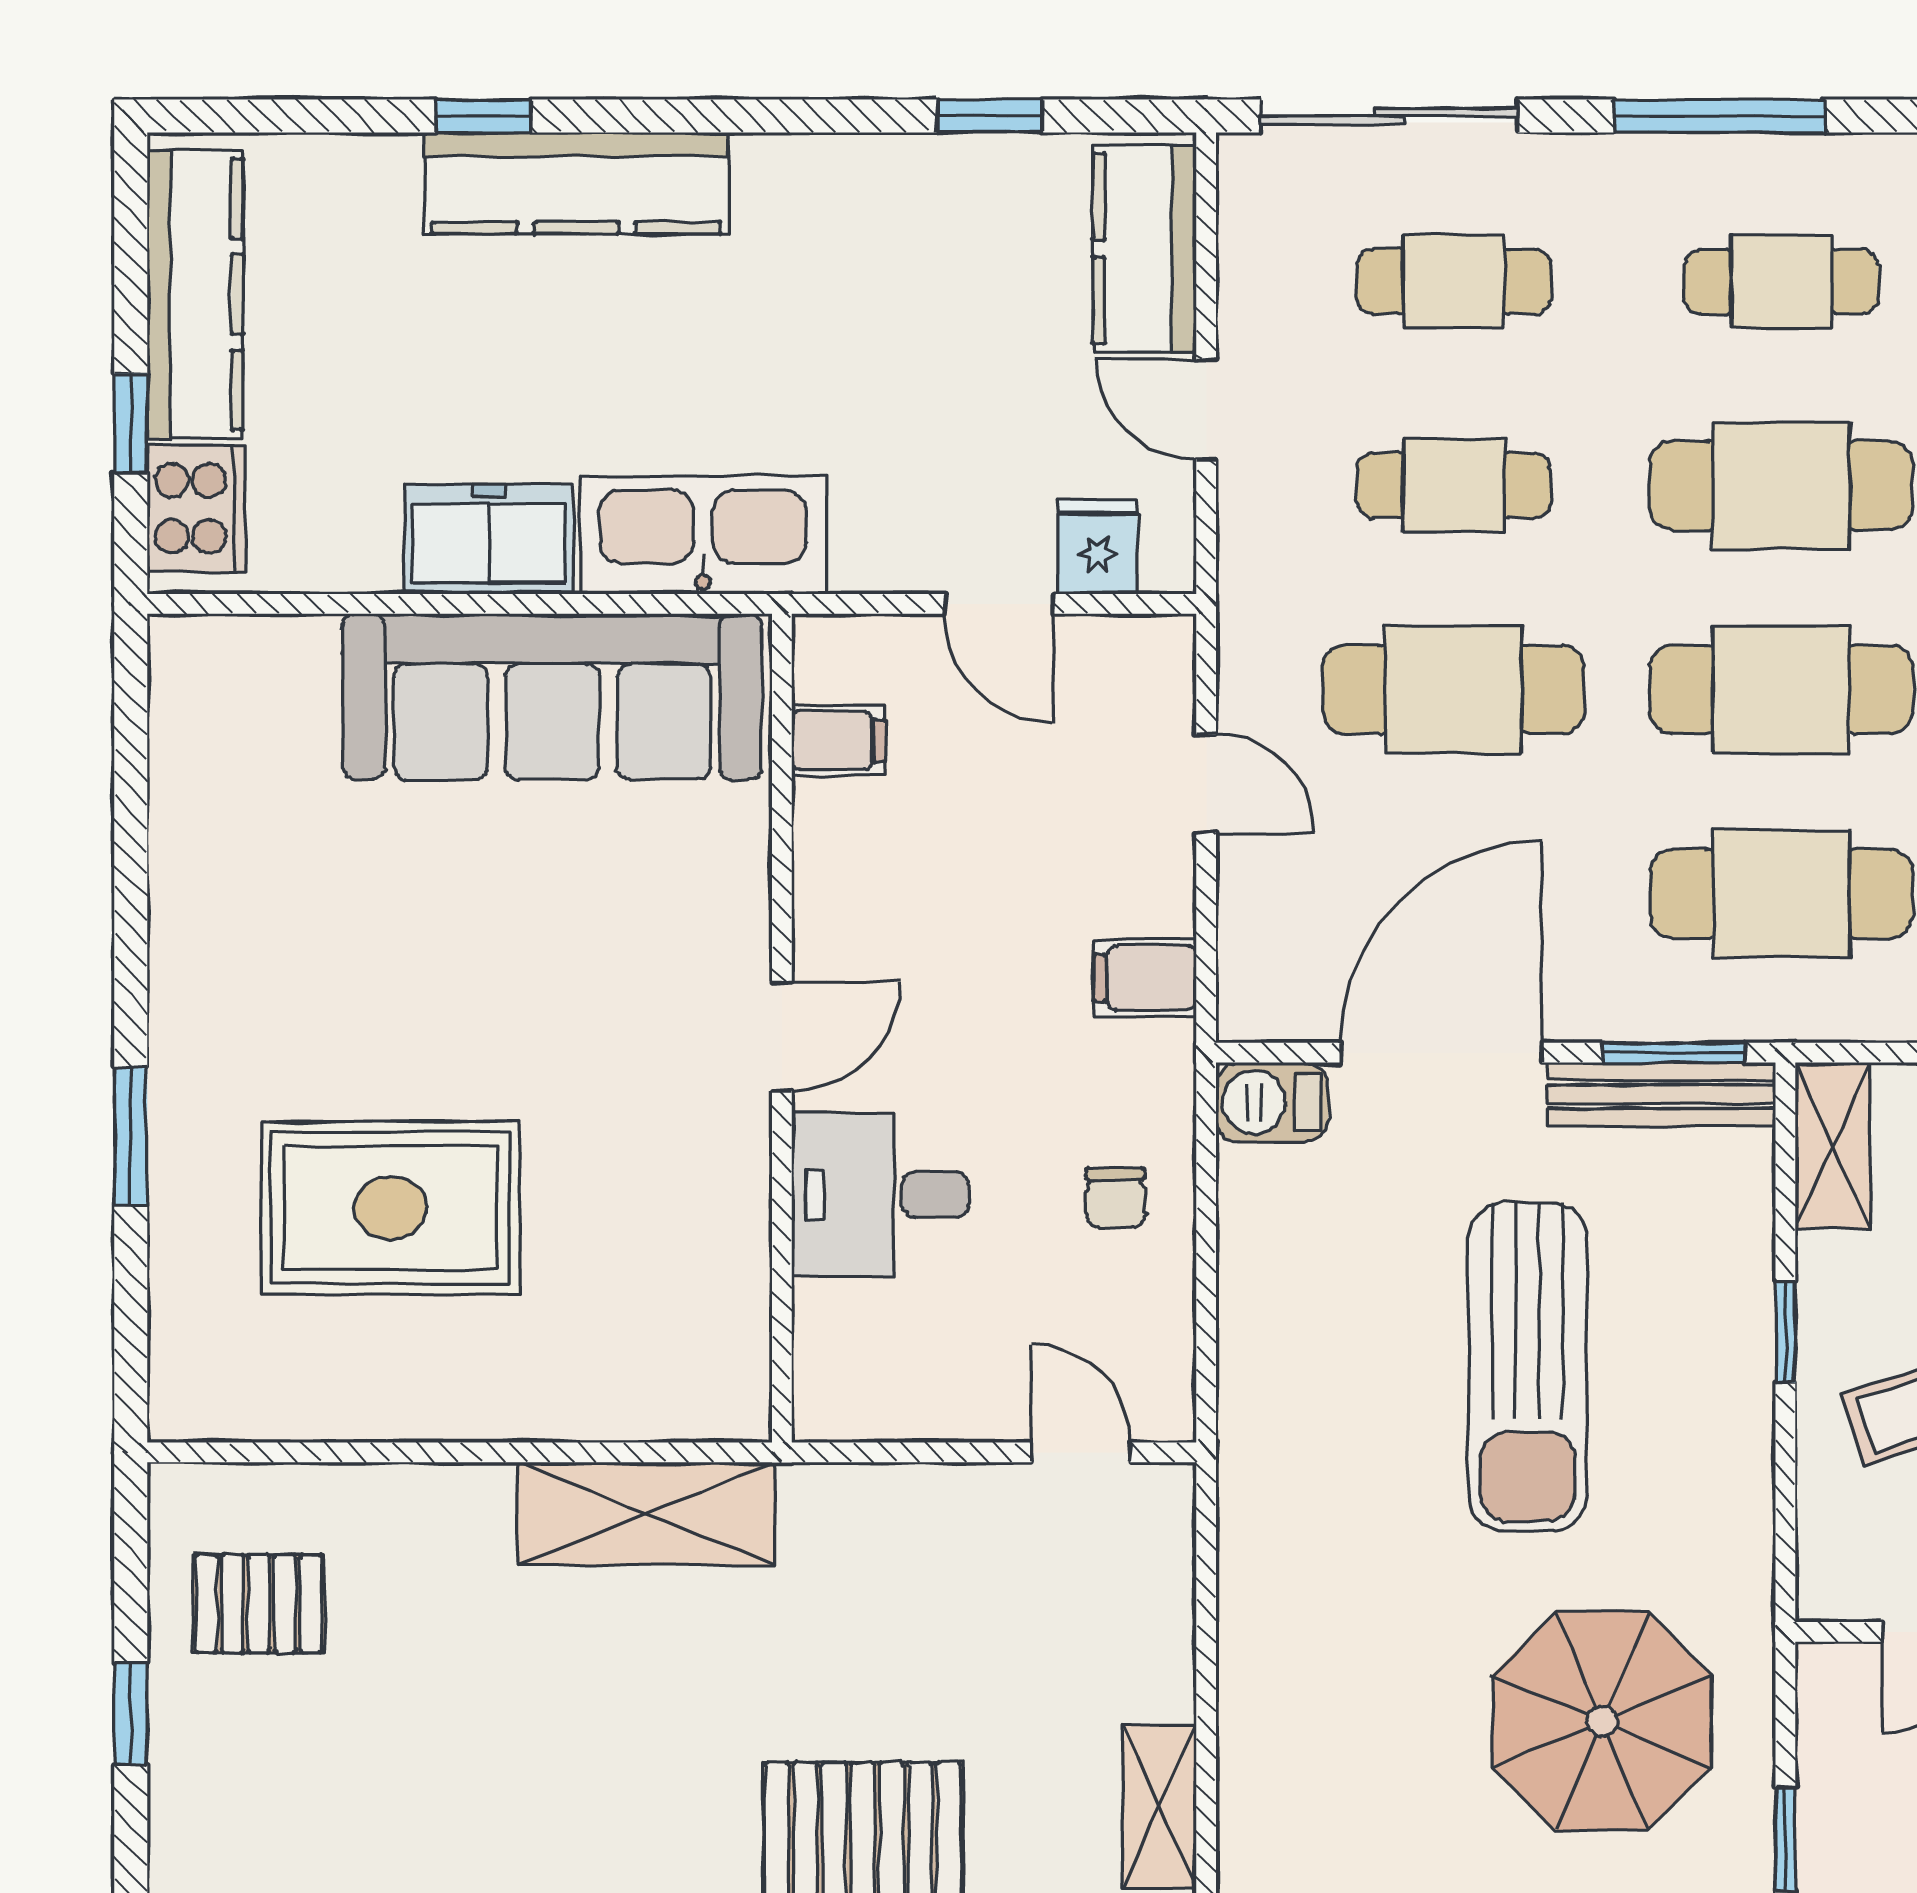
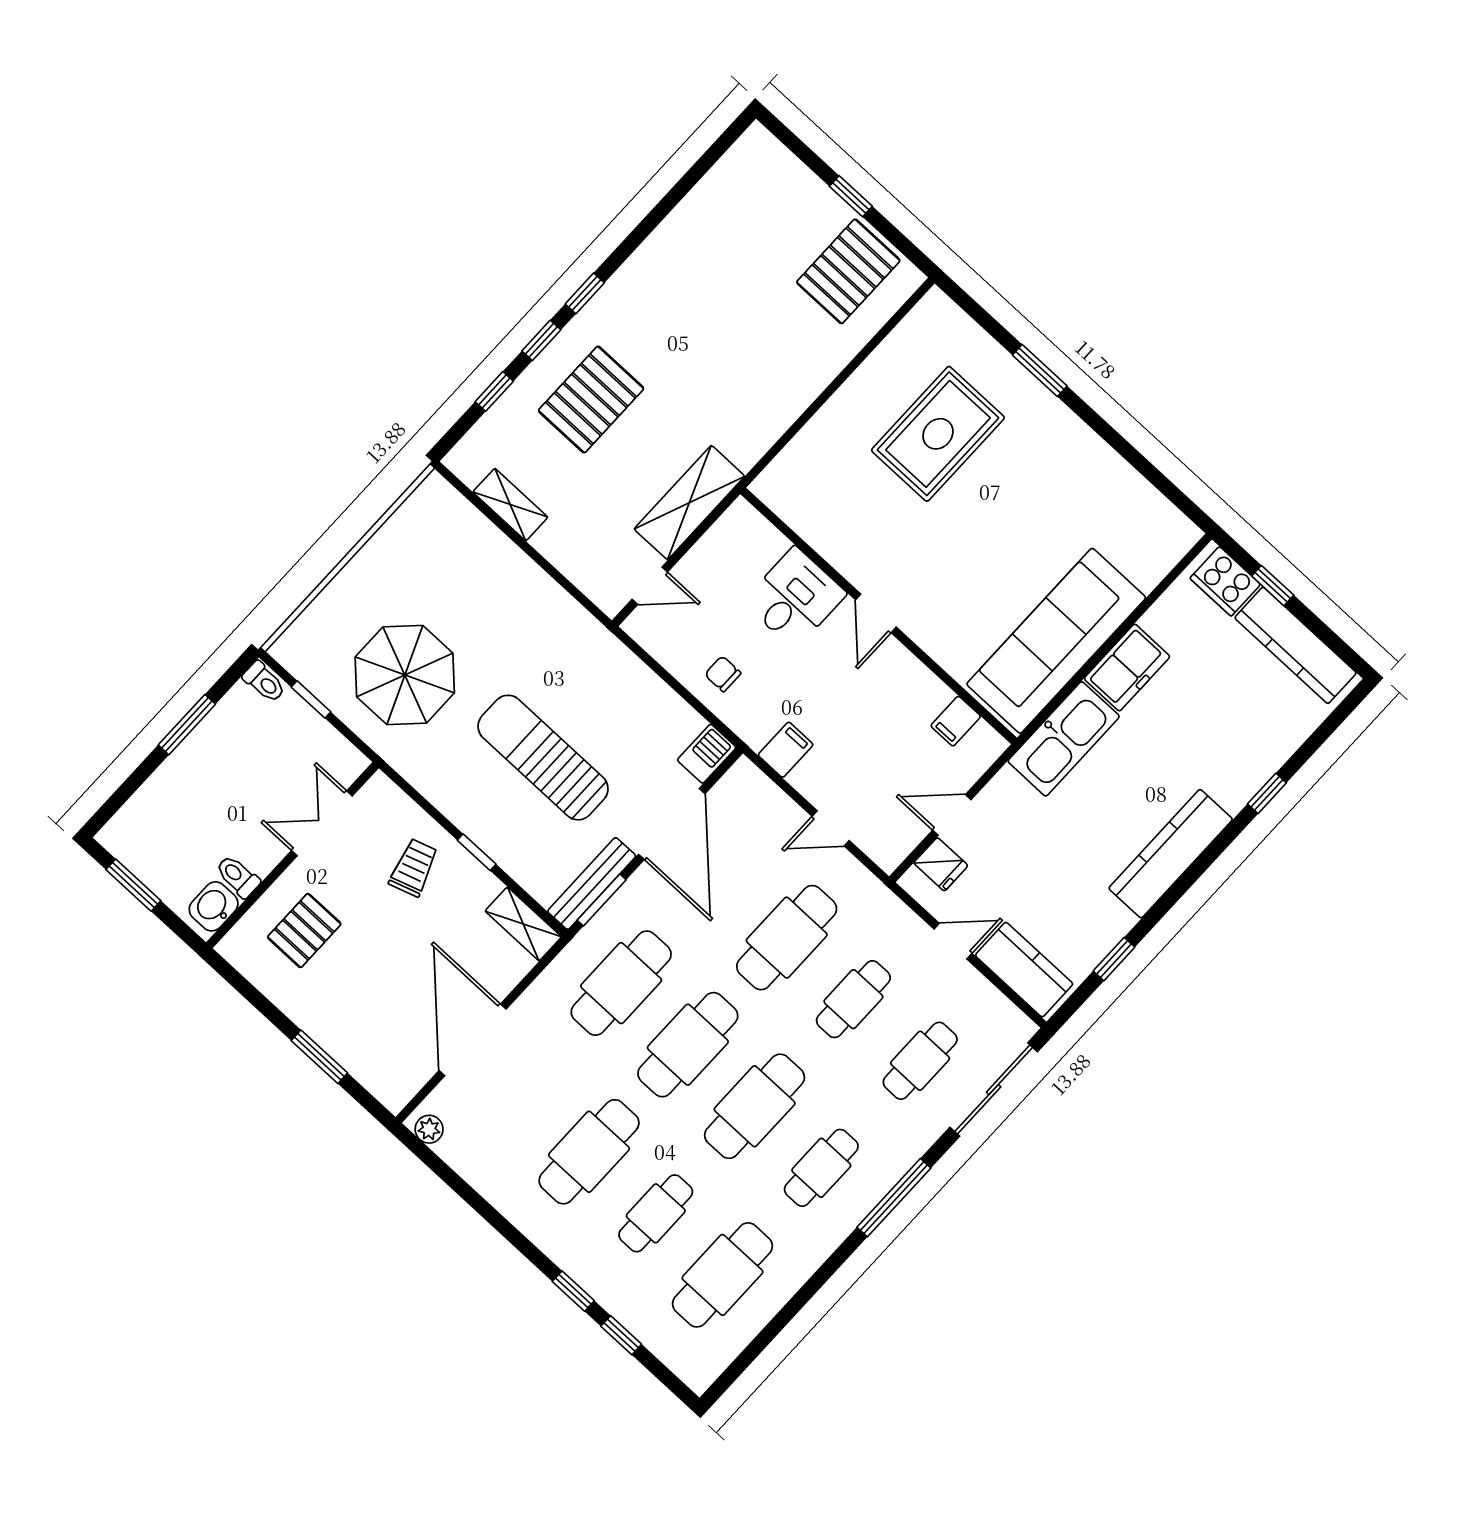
kitchen counter: (576, 183) -> (1171, 854), moved
shelving: (646, 1514) -> (689, 503), moved
pallet: (259, 1604) -> (848, 271), width x1.50, depth x1.42

